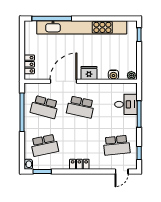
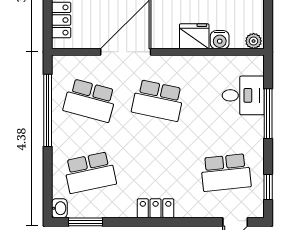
fridge: (89, 73) -> (194, 36), moved

